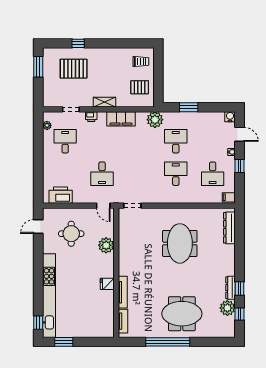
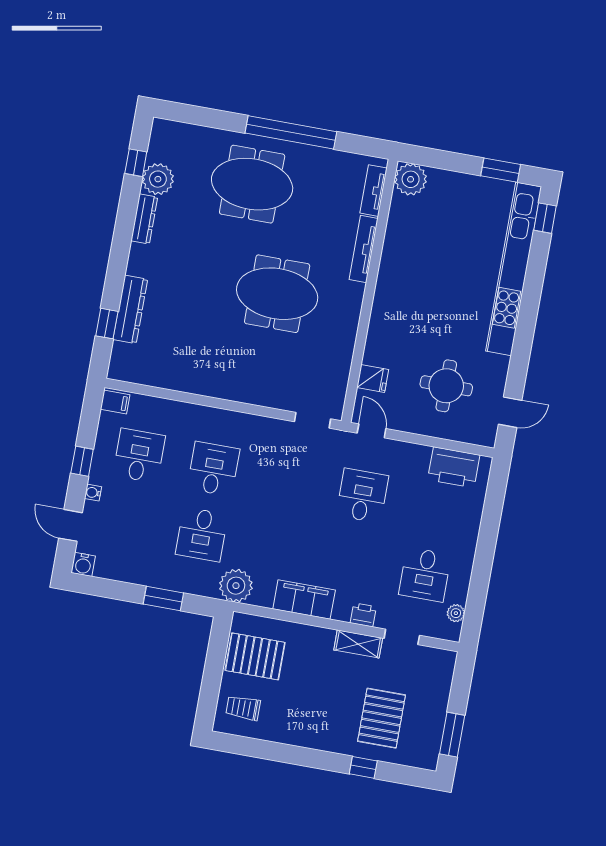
pallet: (74, 69) -> (382, 718), turned 90
pallet: (140, 87) -> (255, 656), width x1.50, depth x1.42
shelving: (104, 102) -> (358, 644), moved
desk: (176, 174) -> (213, 469), turned 180
dresser: (229, 228) -> (130, 309), moved
meeting table: (180, 243) -> (277, 294), moved, turned 90
plant: (106, 245) -> (411, 179), moved
fridge: (107, 284) -> (373, 378), moved
window: (239, 288) -> (107, 324), moved

